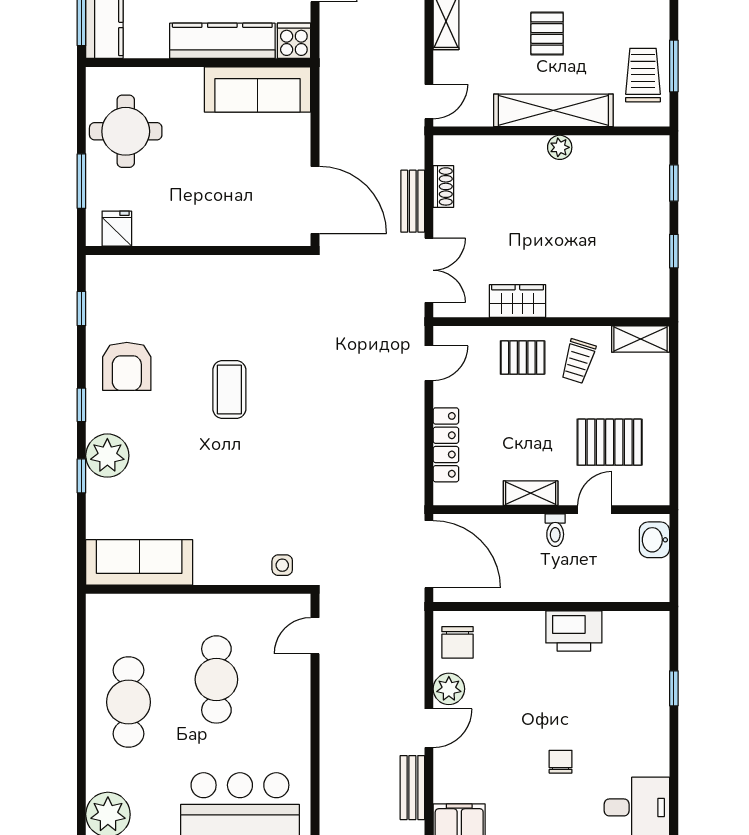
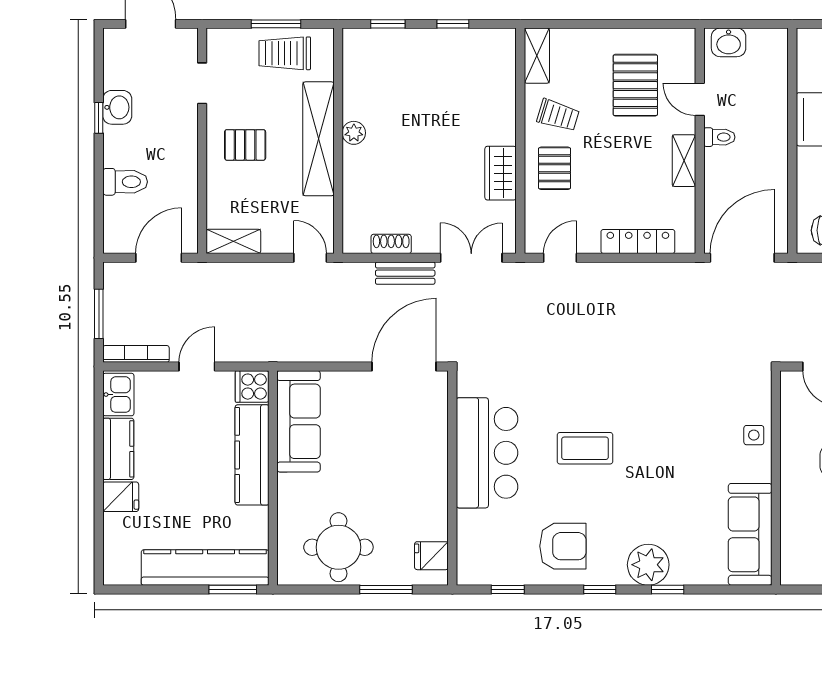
bar counter: (225, 287) -> (487, 453), added
door: (429, 363) -> (560, 258), hinge flipped
side table: (282, 565) -> (754, 435), moved

